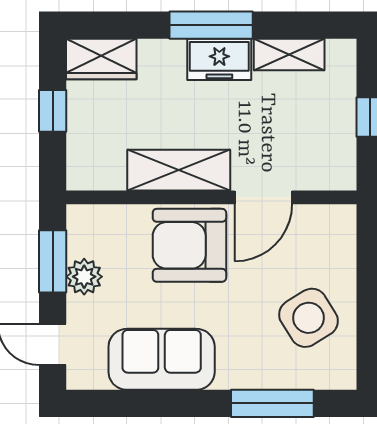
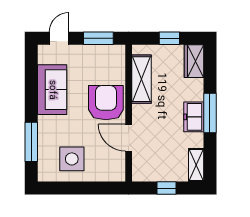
shelving: (289, 54) -> (196, 165), moved
shelving: (179, 170) -> (141, 79), moved
plant: (84, 277) -> (91, 53), removed
side table: (309, 318) -> (72, 159), turned 32

